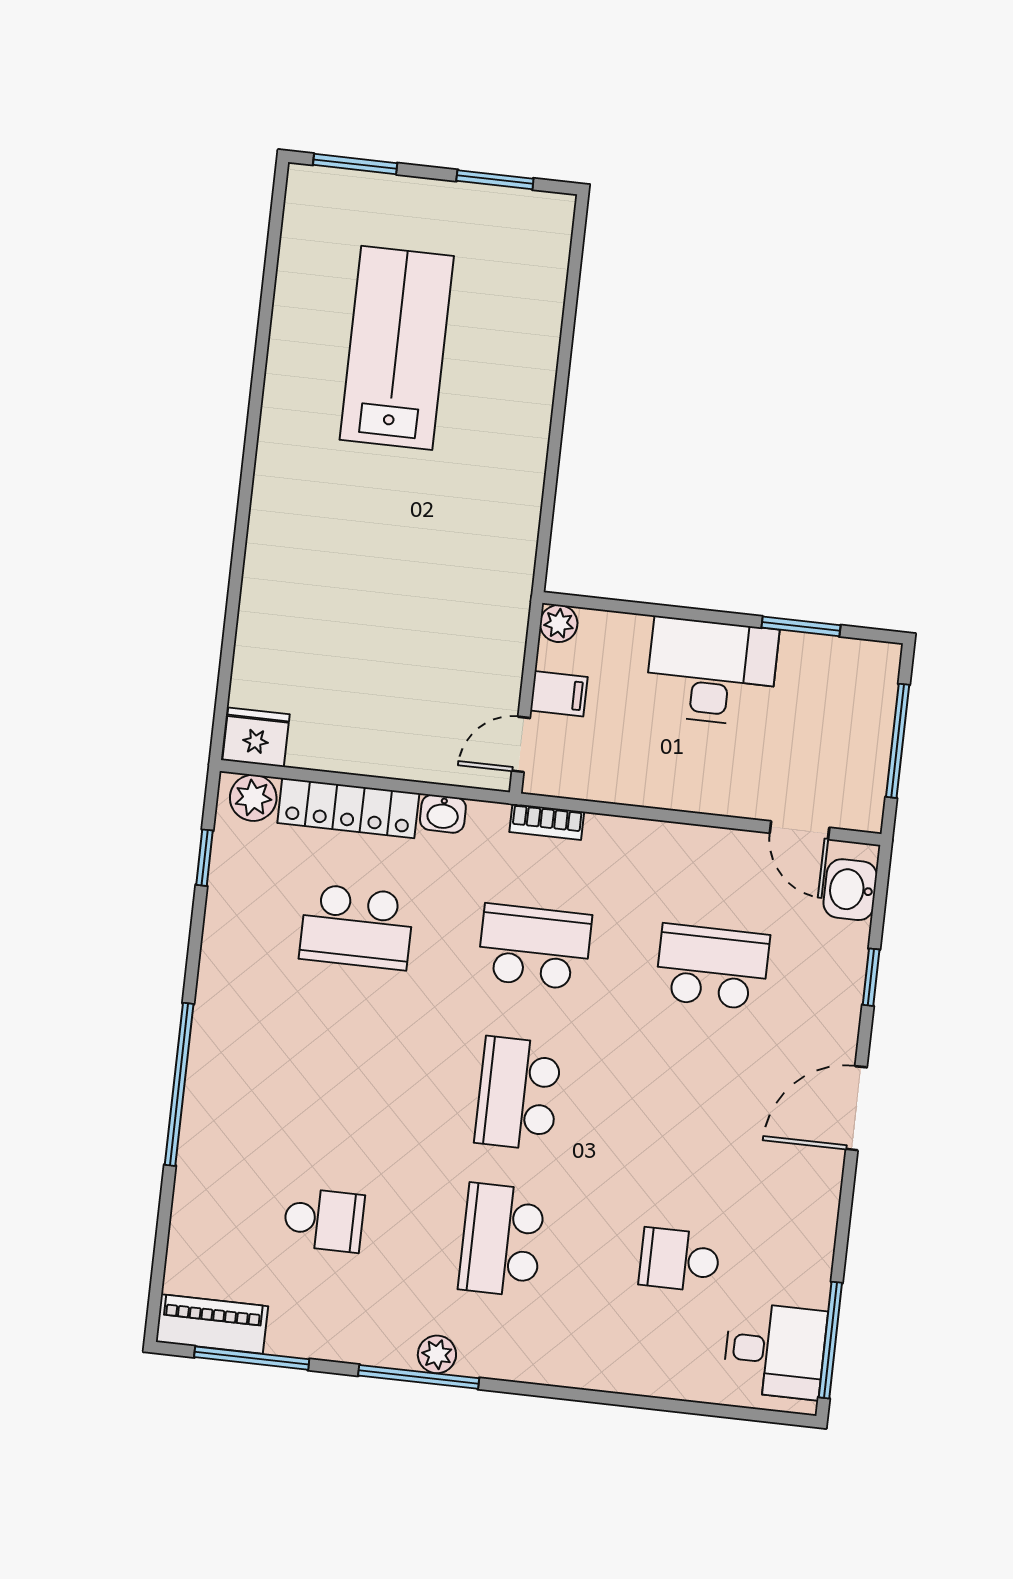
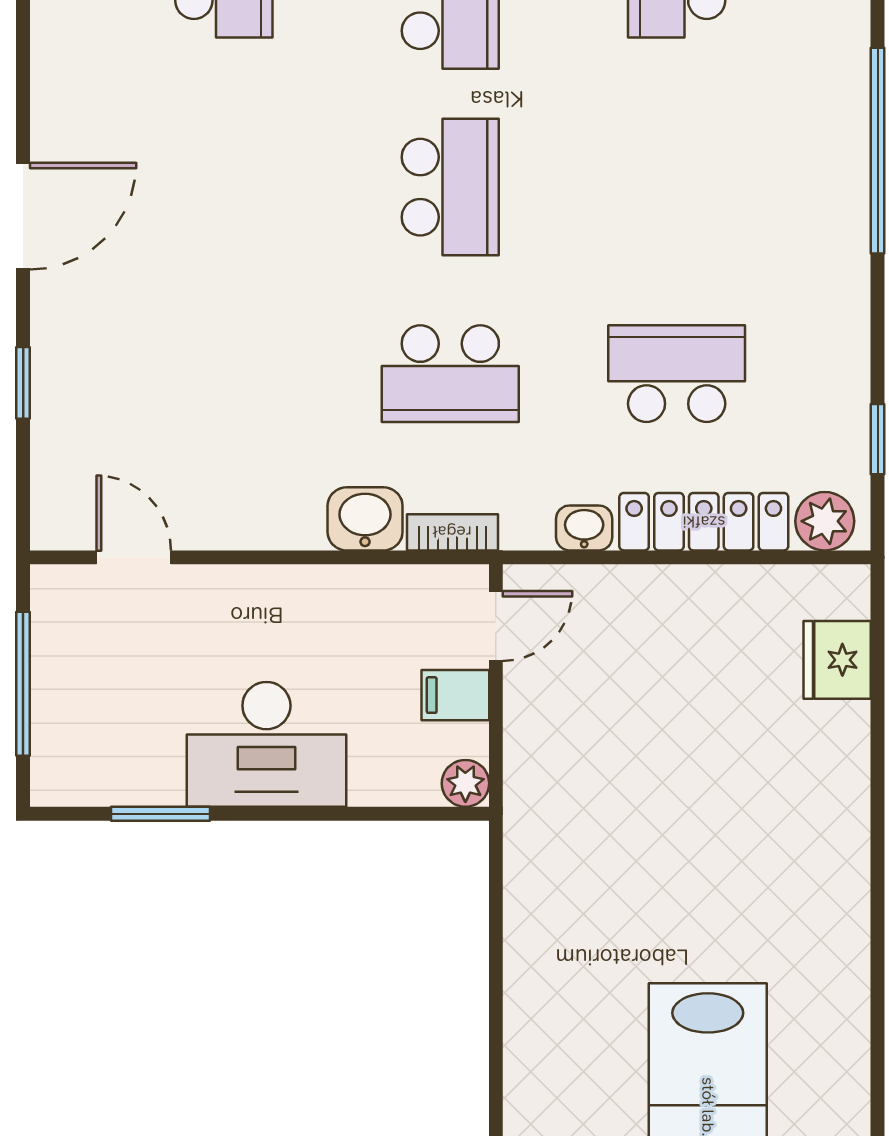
fridge: (256, 737) -> (837, 660), moved, turned 90
washbasin: (850, 890) -> (365, 519), moved, turned -90
school desk: (712, 967) -> (224, 374), removed

